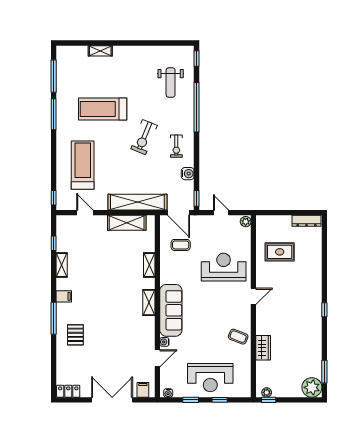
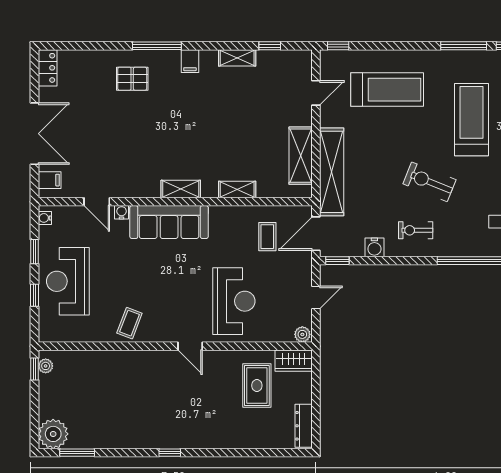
wardrobe: (263, 348) -> (294, 361), moved

